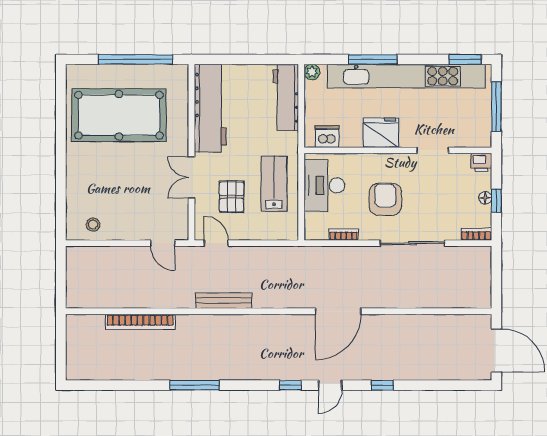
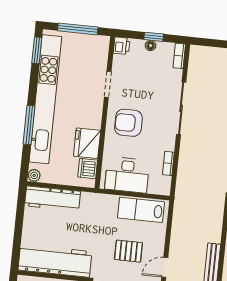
fridge: (381, 133) -> (87, 143), moved
lab bench: (274, 184) -> (141, 210), moved
armchair: (385, 199) -> (128, 123), moved

